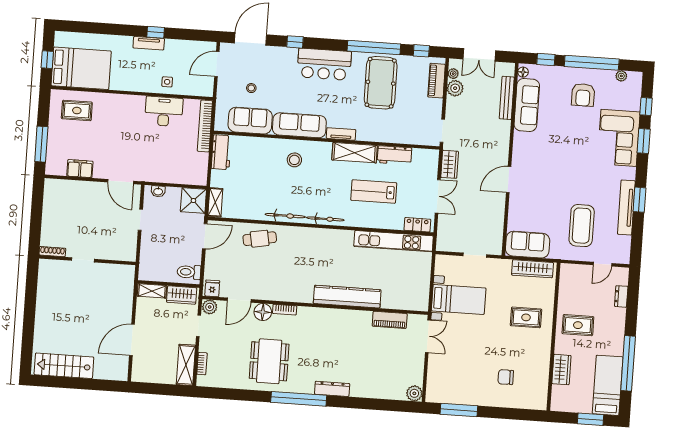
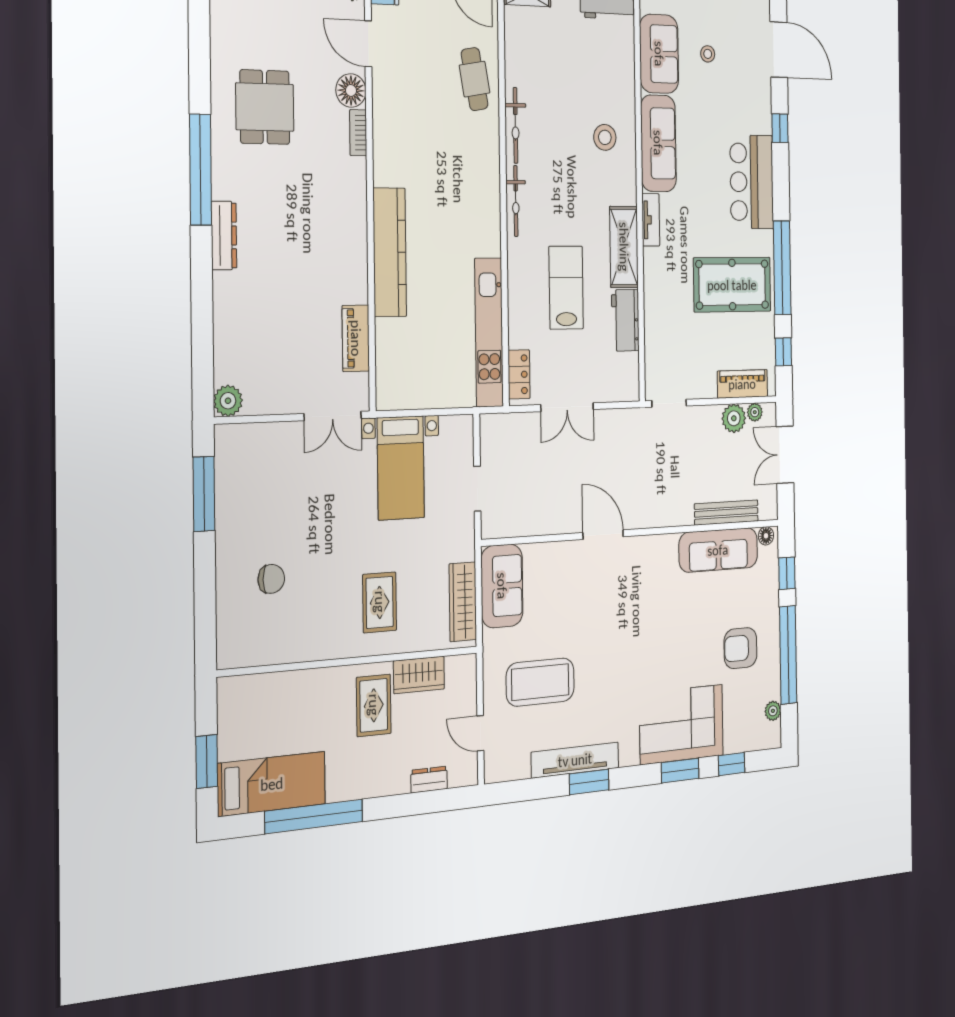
wardrobe: (450, 164) -> (619, 423), removed
dining table: (269, 361) -> (265, 107), width x0.73
wardrobe: (561, 370) -> (419, 675), moved
chair: (506, 377) -> (271, 579), turned 90

